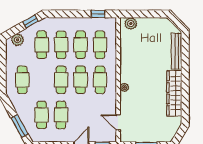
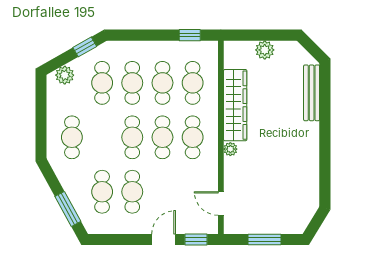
plant: (131, 24) -> (265, 50), moved
wardrobe: (174, 93) -> (235, 105), moved, turned 180

